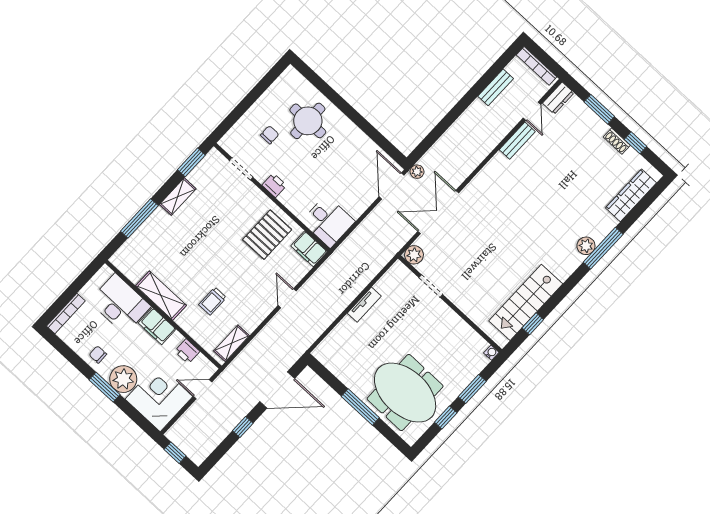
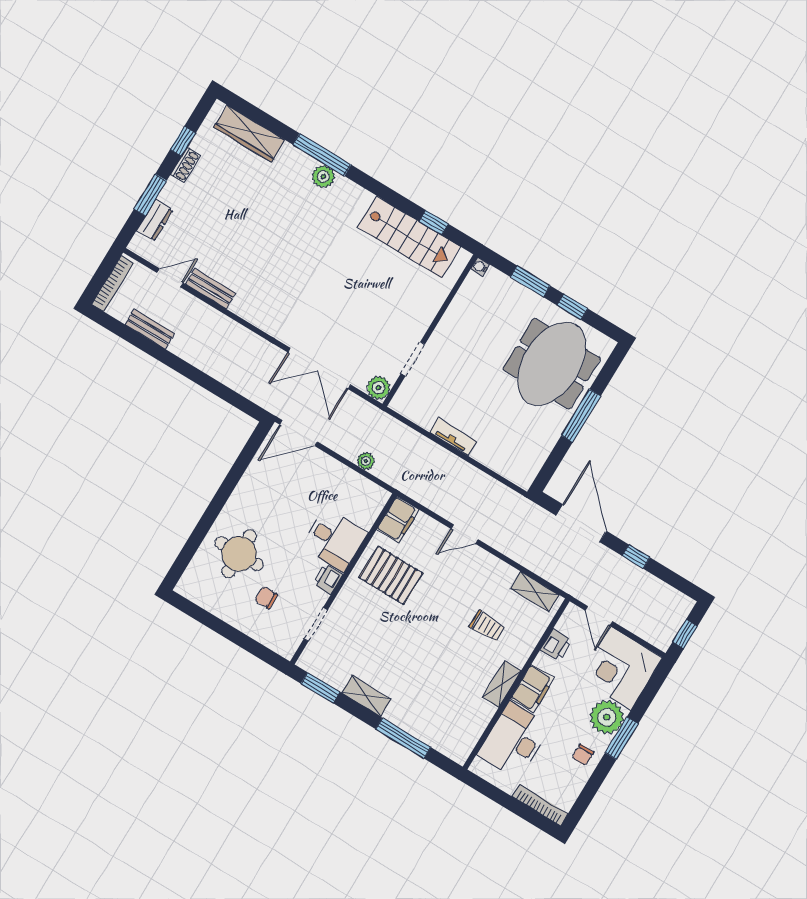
dresser: (558, 98) -> (155, 220), moved, turned 90
plant: (417, 172) -> (366, 461), moved
desk: (328, 221) -> (334, 540), moved, turned 90
shelving: (161, 296) -> (502, 684), width x0.67, depth x0.75

